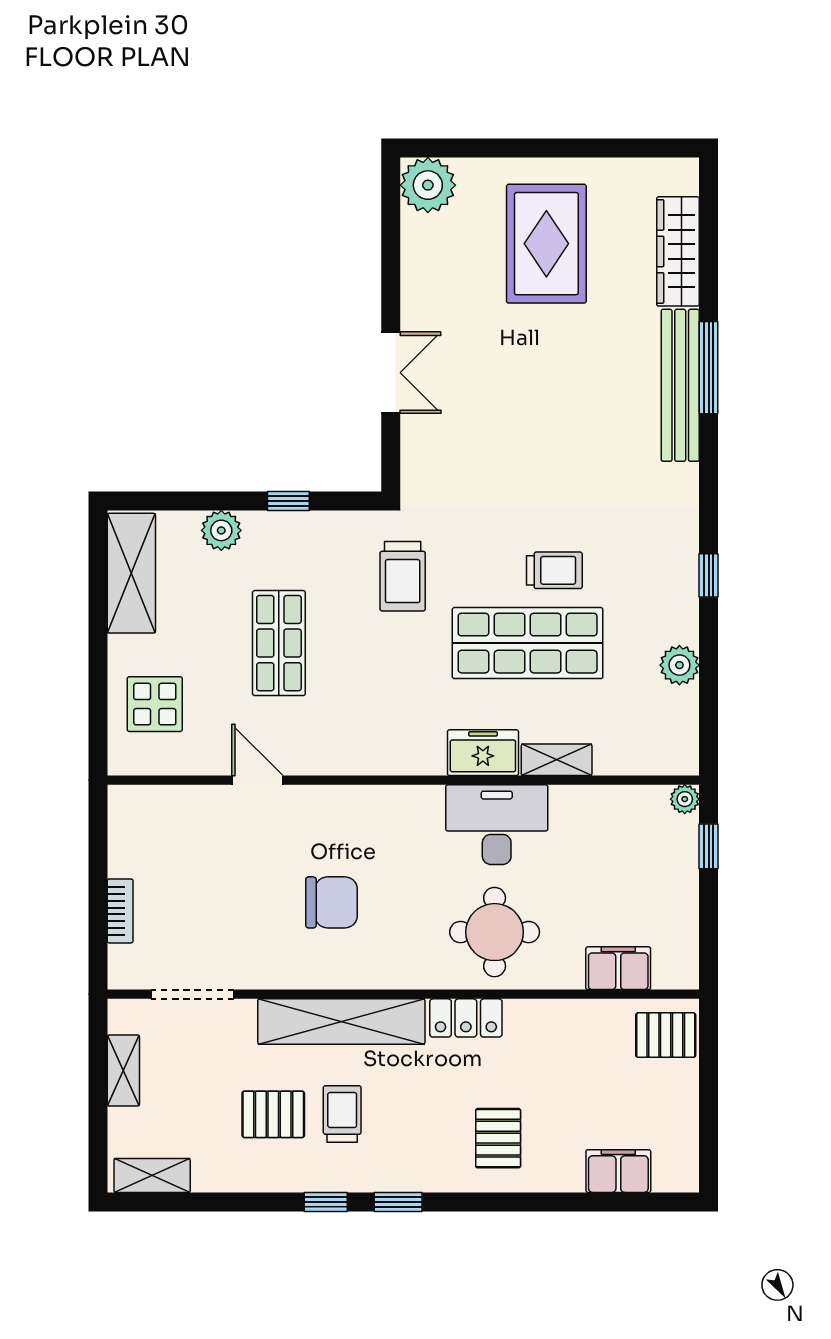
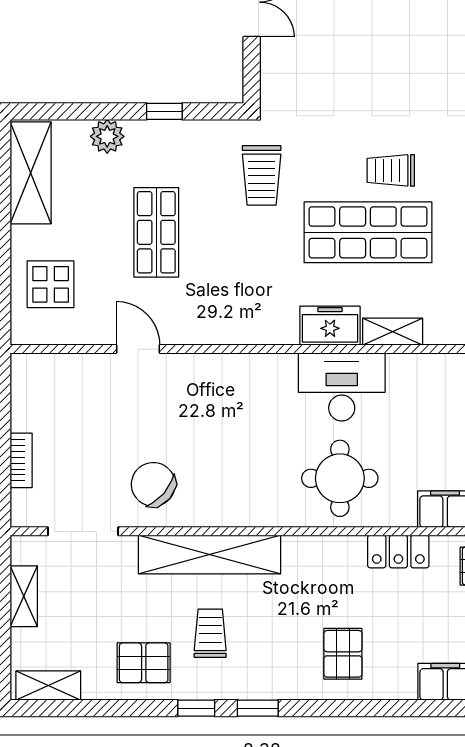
trolley: (554, 570) -> (391, 170), turned 180
chair: (332, 902) -> (153, 484), moved, turned -139
locker: (466, 1018) -> (398, 551), moved
pallet: (273, 1114) -> (144, 663), moved

